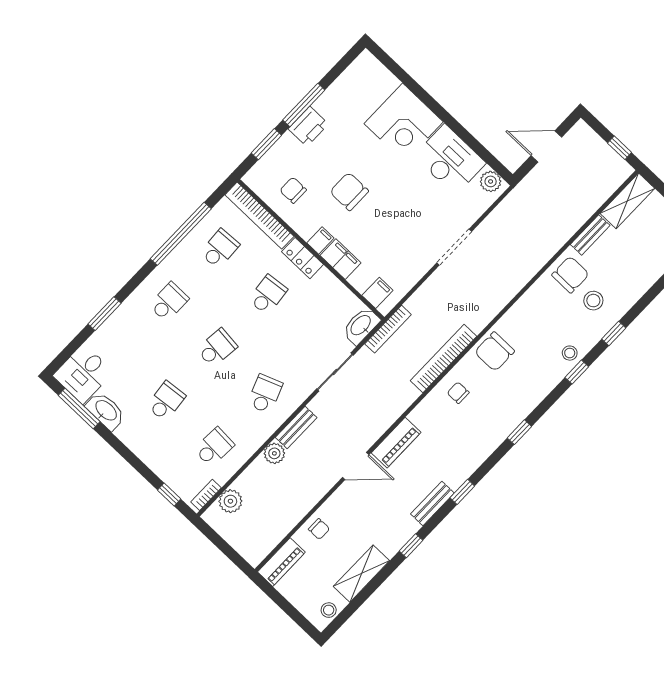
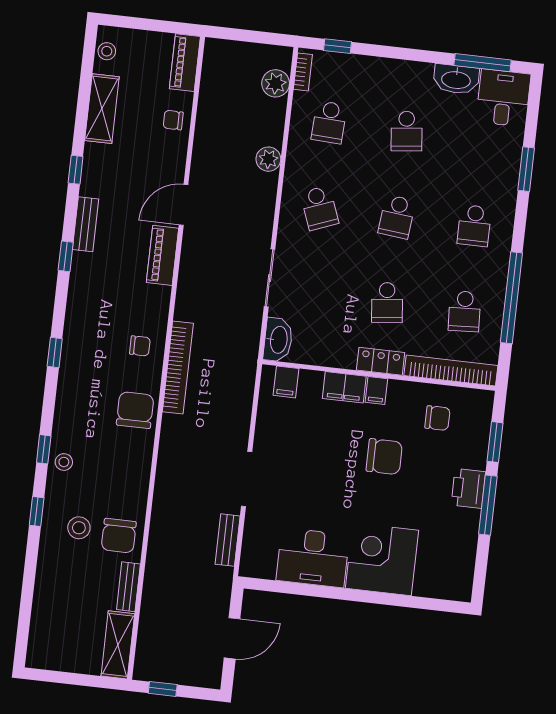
plant: (491, 181) -> (259, 566), removed
bookcase: (388, 329) -> (250, 356), removed
bench: (296, 427) -> (228, 540), moved

